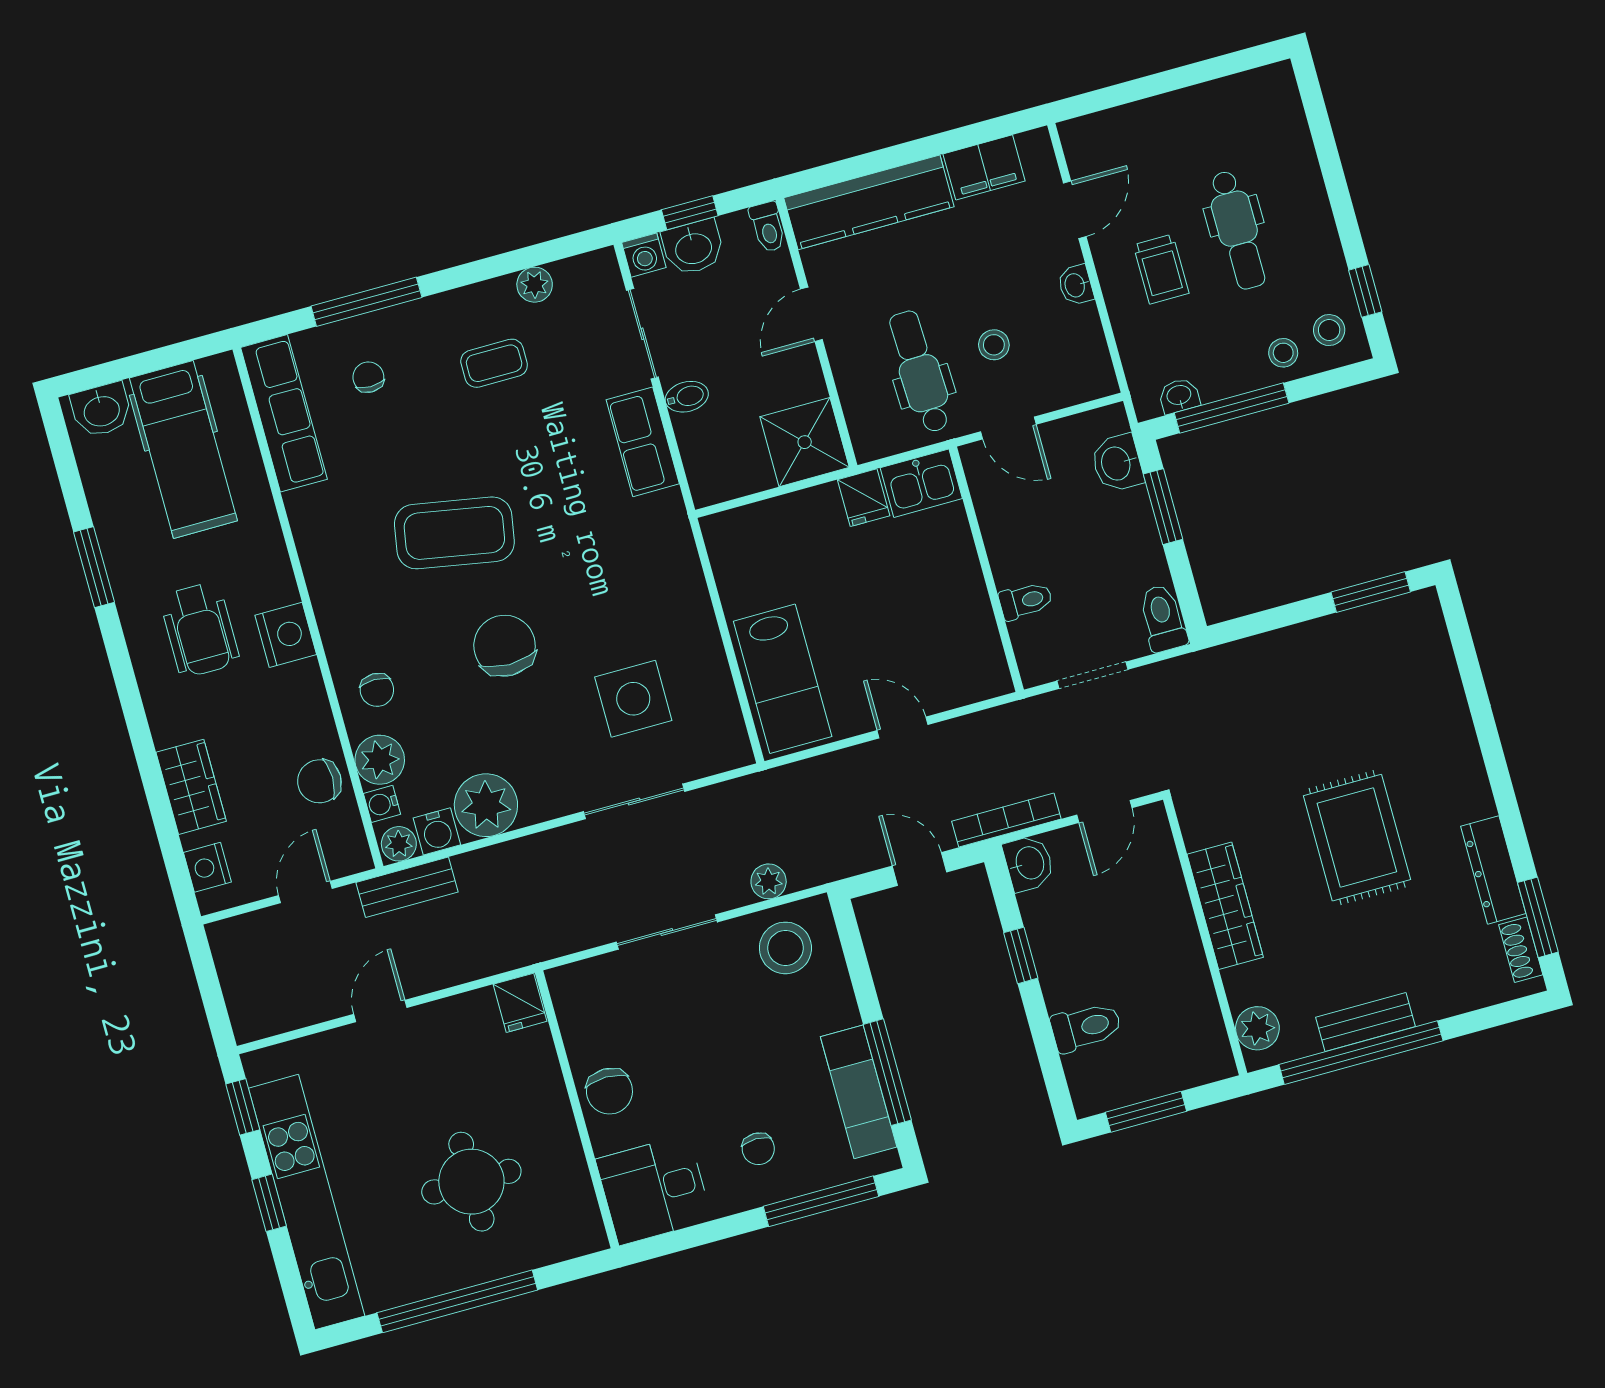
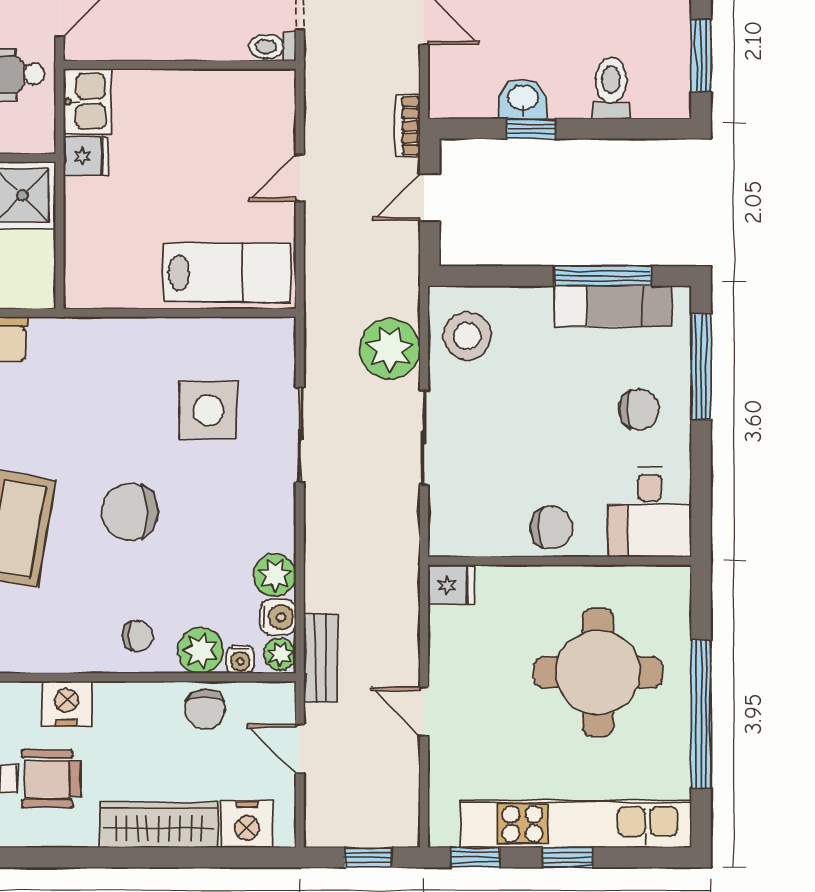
toilet: (1026, 601) -> (273, 46), moved, turned -90
wardrobe: (191, 787) -> (159, 825), width x1.50
plant: (486, 805) -> (275, 575), width x0.73, depth x0.73
bookcase: (1006, 820) -> (408, 126), width x0.64
washbasin: (1029, 863) -> (523, 99), moved
nightstand: (207, 867) -> (247, 824), width x1.36, depth x1.33
plant: (769, 881) -> (390, 349), width x1.87, depth x1.87
window: (212, 995) -> (368, 857), added
chair: (758, 1149) -> (639, 409), width x1.37, depth x1.37
round table: (471, 1182) -> (598, 672), width x1.36, depth x1.36

